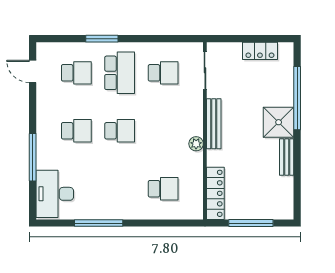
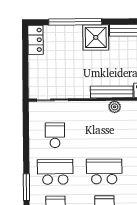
locker: (260, 51) -> (36, 40), moved
bench: (214, 124) -> (112, 92), moved
school desk: (120, 131) -> (104, 171), width x1.85

